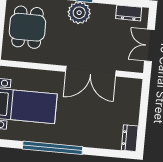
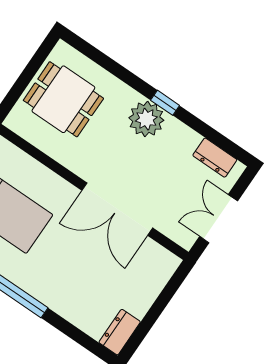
dining table: (27, 27) -> (63, 99), turned 90

